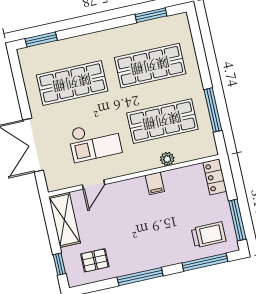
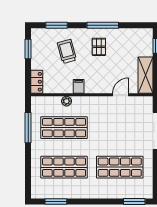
checkout: (95, 141) -> (113, 124), removed
window: (237, 220) -> (28, 49), width x0.69
trolley: (209, 235) -> (67, 51), moved, turned 75
pallet: (95, 260) -> (99, 47), moved, turned 90
window: (205, 262) -> (56, 25), width x0.69

